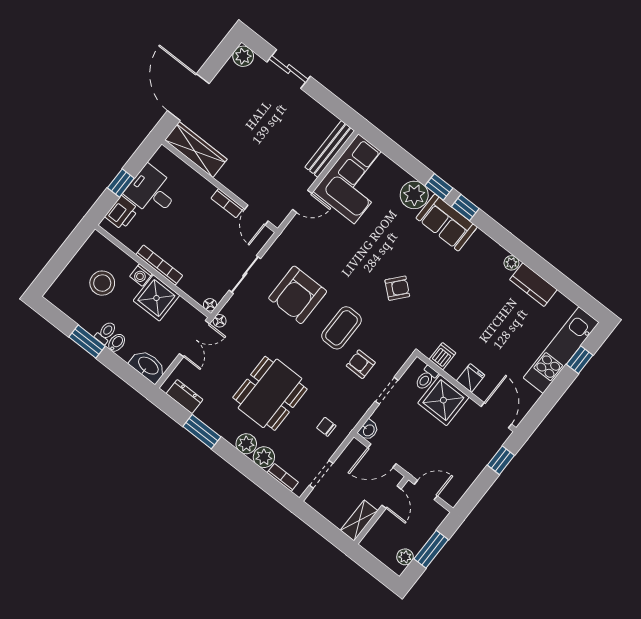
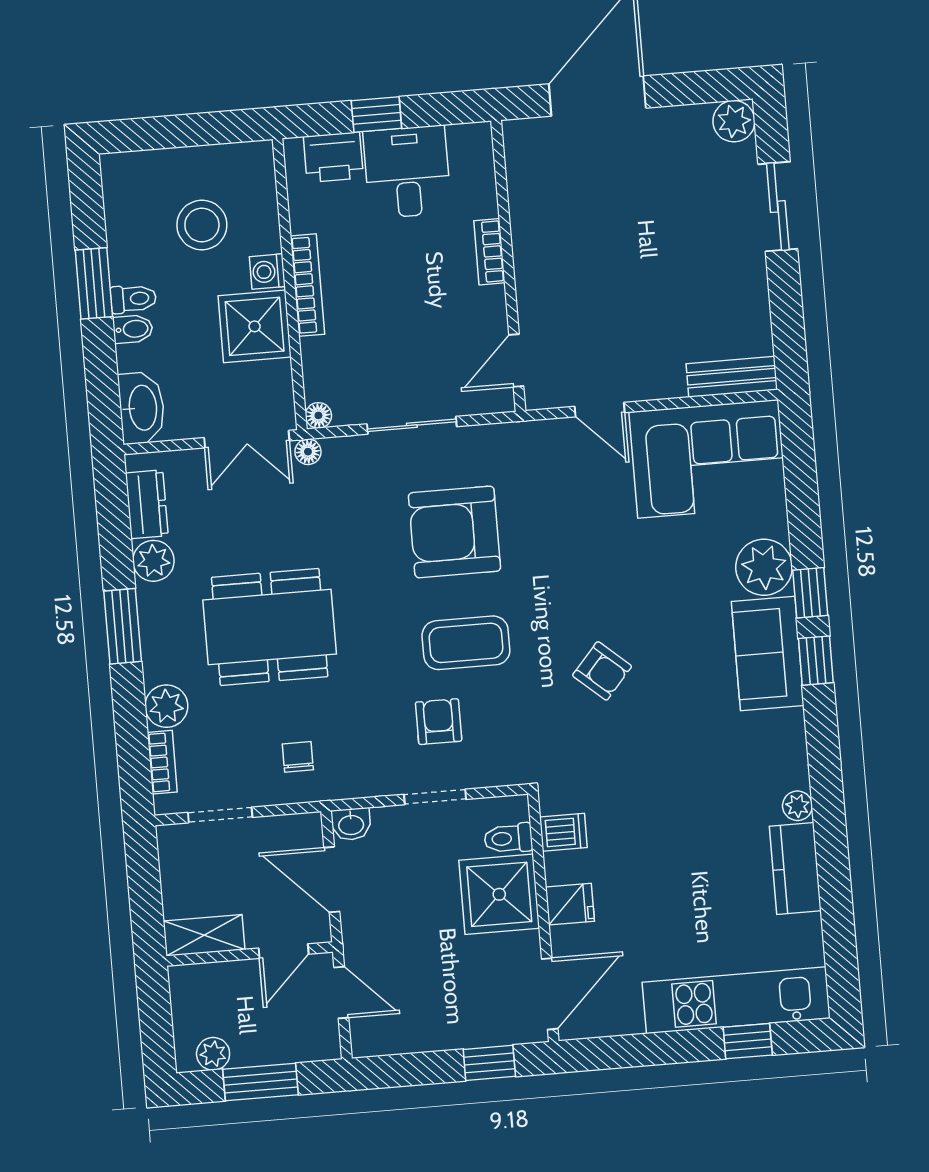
bench: (330, 149) -> (732, 377), width x0.73
wardrobe: (196, 150) -> (530, 180), removed
bookcase: (227, 203) -> (489, 252), moved
window: (202, 432) -> (123, 626), moved
plant: (246, 444) -> (153, 561), moved

